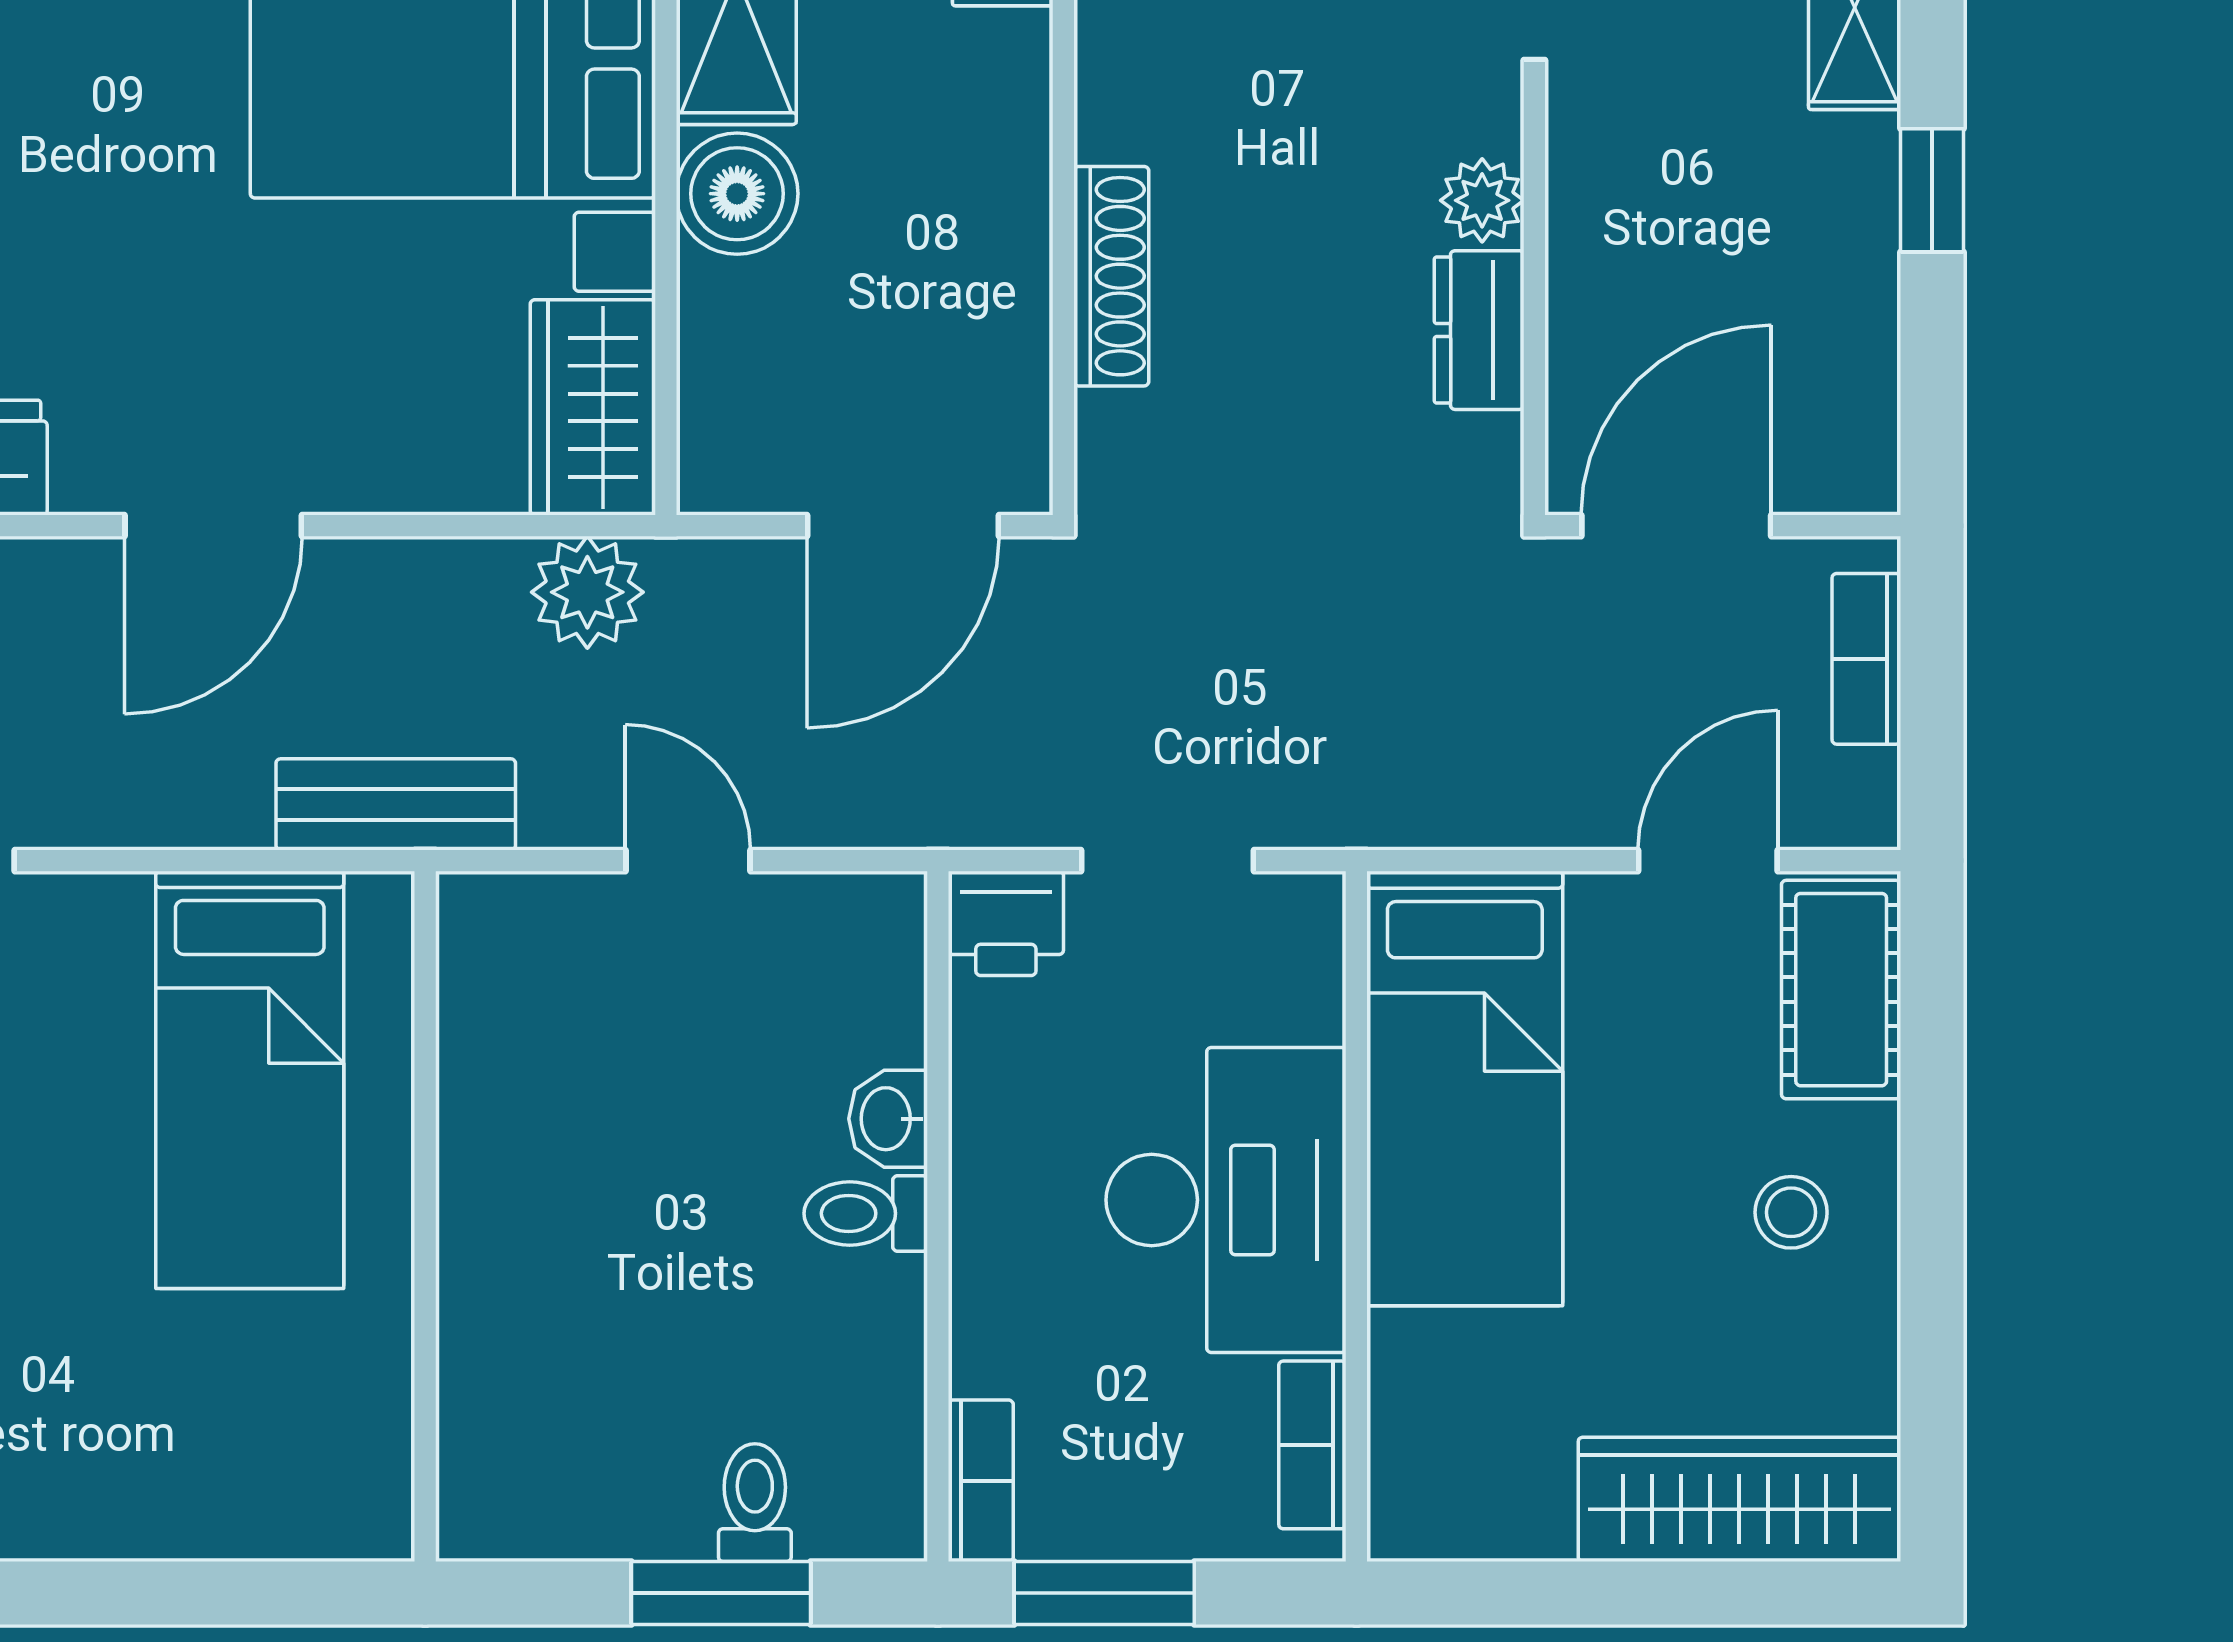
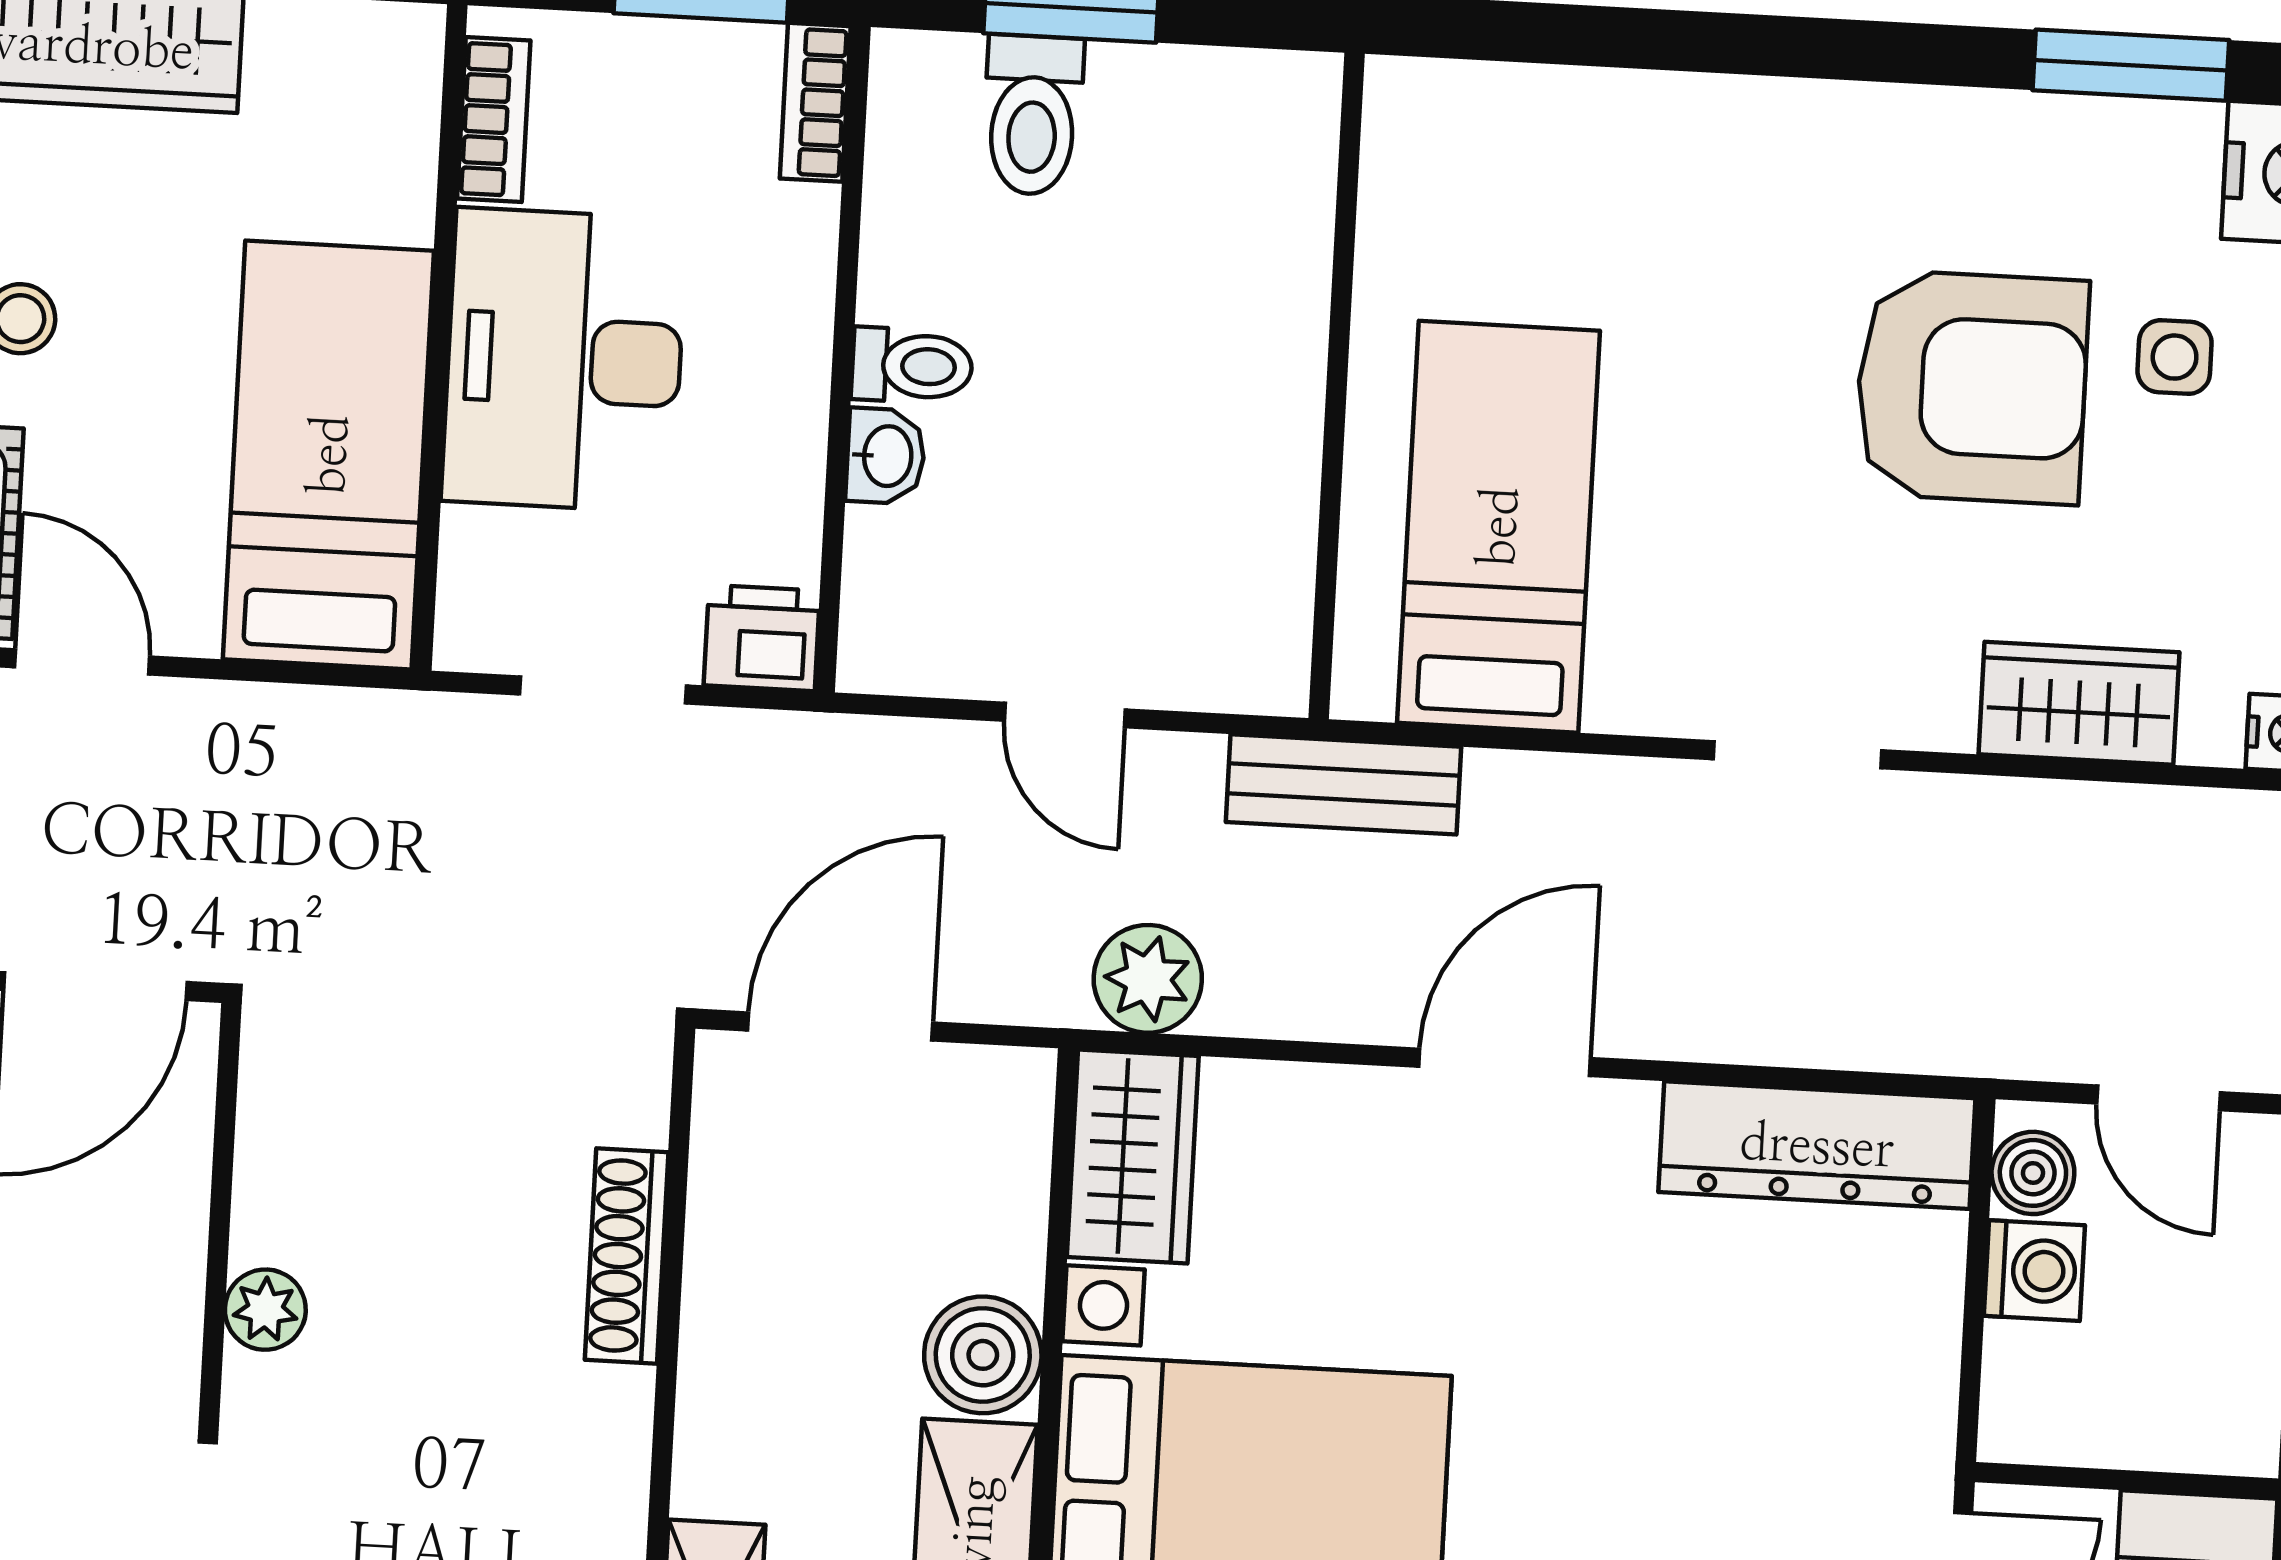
dresser: (1479, 330) -> (275, 1185), removed
door: (1708, 861) -> (82, 662), swing flipped
toilet: (755, 1503) -> (1033, 115), width x1.37, depth x1.39

